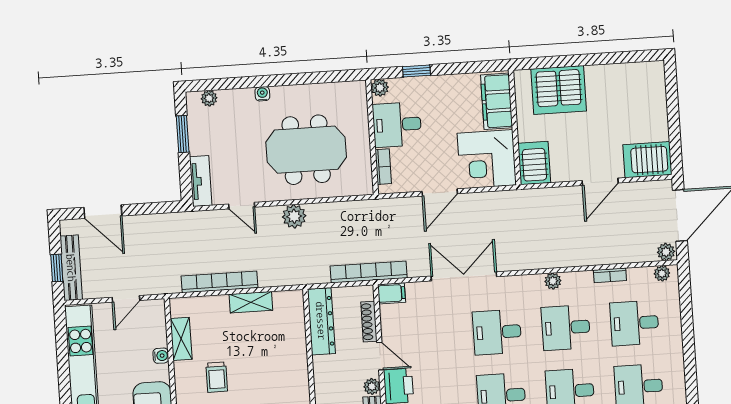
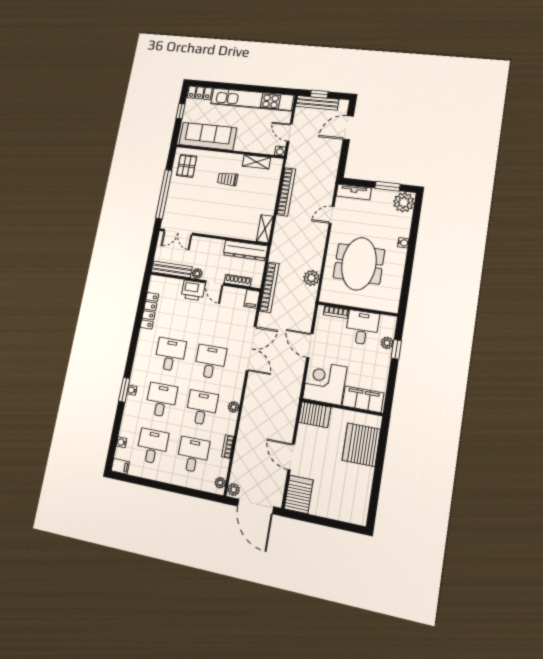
plant: (380, 88) -> (387, 343), moved
plant: (209, 98) -> (404, 202), width x1.88, depth x1.88
plant: (294, 216) -> (311, 278), moved
shelving: (251, 302) -> (265, 229), moved
water cooler: (161, 356) -> (280, 151), moved
door: (380, 356) -> (214, 283), hinge flipped

